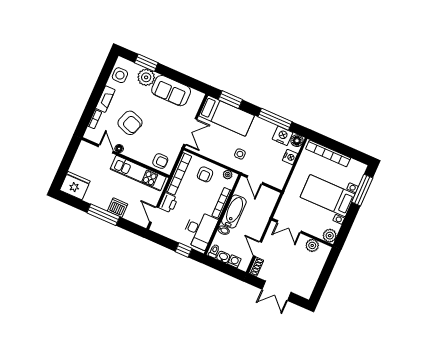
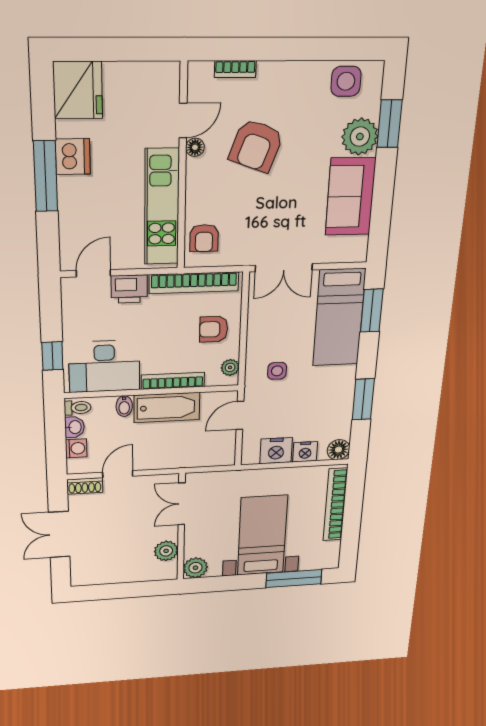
fireplace: (105, 99) -> (286, 73), removed
window: (275, 119) -> (363, 399), width x0.69
nightstand: (283, 136) -> (276, 451), moved, turned 90
dishwasher: (118, 208) -> (73, 157), moved

